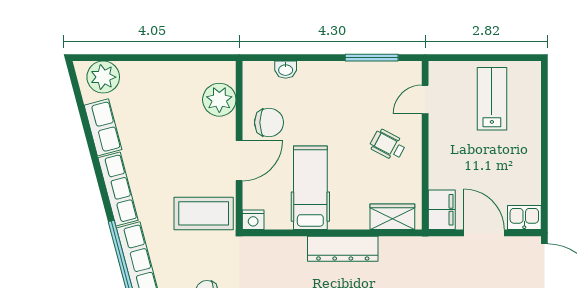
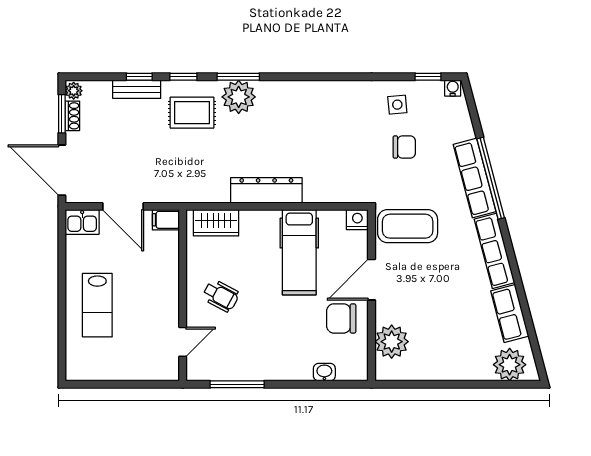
lab bench: (492, 99) -> (97, 305), moved
filing cabinet: (442, 210) -> (166, 220), width x0.50

